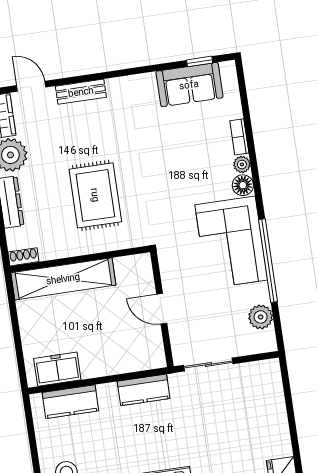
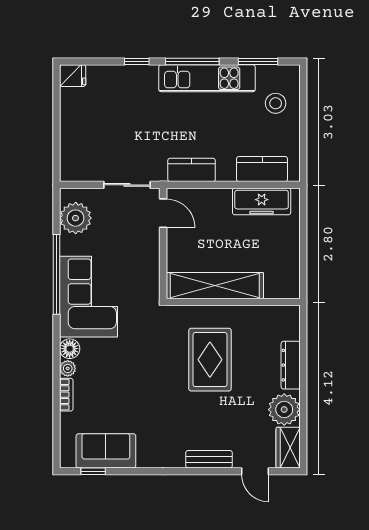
shoe rack: (23, 257) -> (286, 312), removed
shelving: (63, 279) -> (215, 286), moved
door: (162, 309) -> (163, 213), moved
plant: (261, 317) -> (76, 218), width x1.36, depth x1.36
freezer: (57, 369) -> (262, 201), width x1.40

